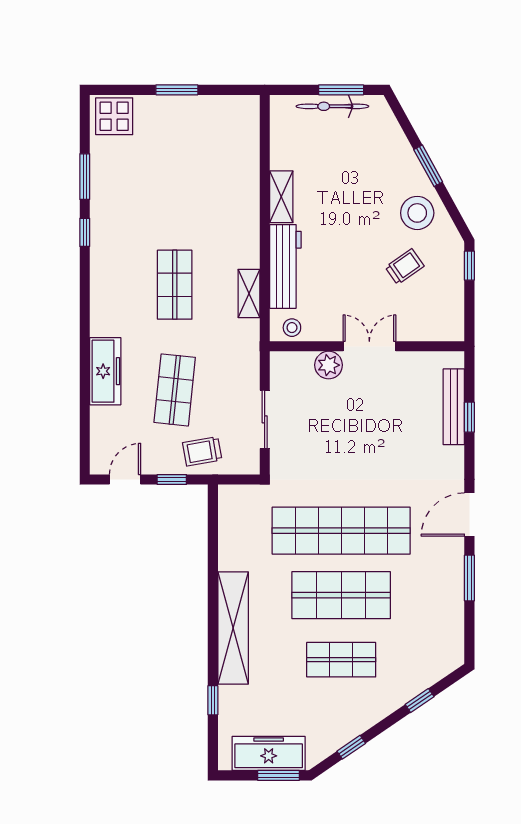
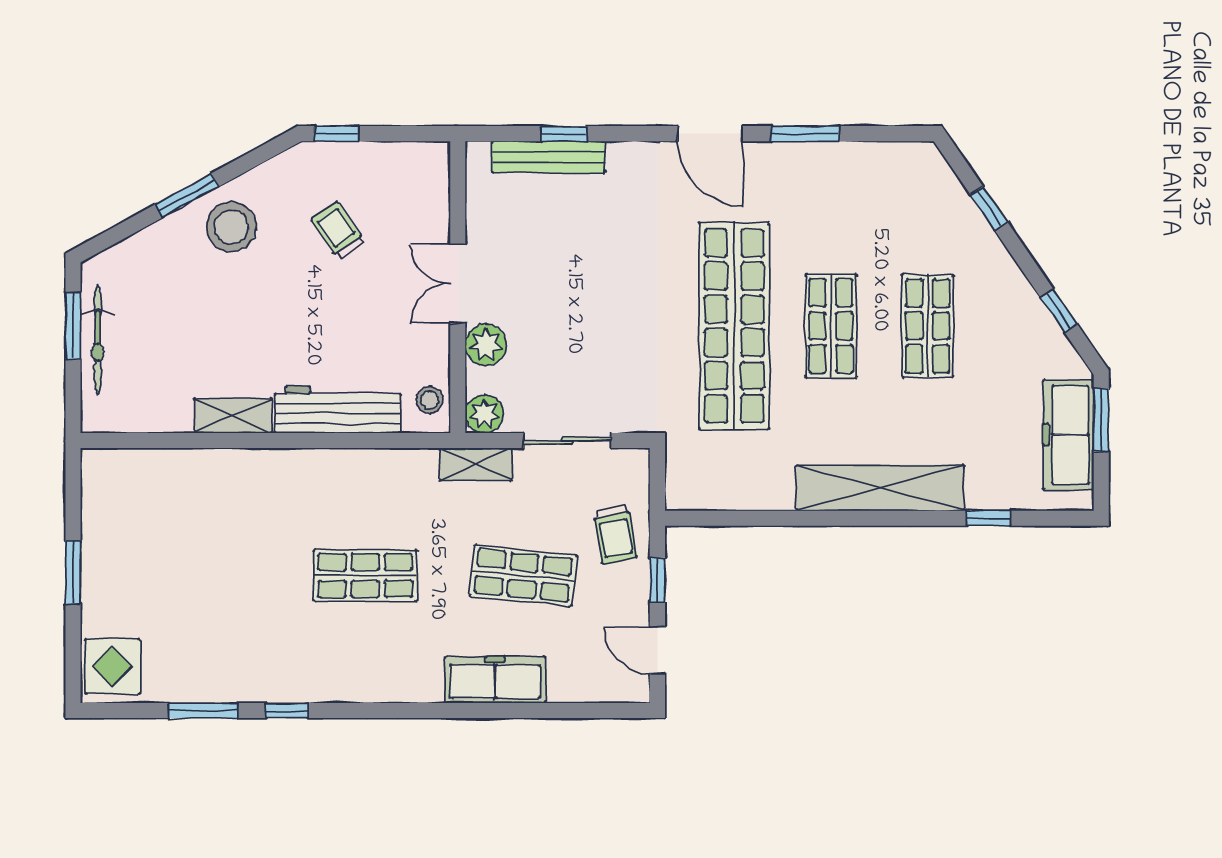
stool: (417, 213) -> (231, 227), moved
shelving: (249, 293) -> (476, 464), moved
plant: (282, 364) -> (484, 414), added
shop shelf: (341, 595) -> (831, 326), width x0.70, depth x0.74

